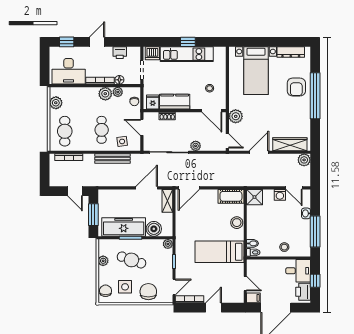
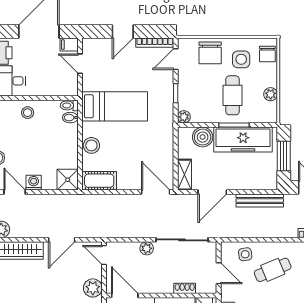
cafe table: (102, 130) -> (273, 270), turned 67
bench: (113, 159) -> (260, 201), moved
door: (189, 188) -> (156, 192), hinge flipped
cafe table: (131, 260) -> (233, 95), turned 71

